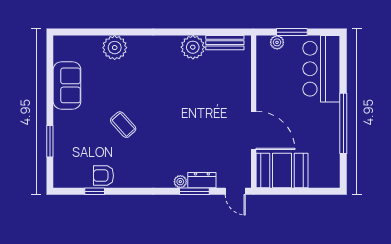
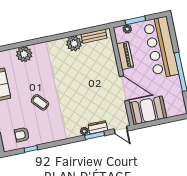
bar counter: (321, 69) -> (161, 48), width x1.36
piano: (265, 81) -> (125, 55), added
armchair: (104, 176) -> (22, 135), moved

